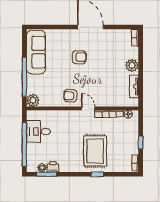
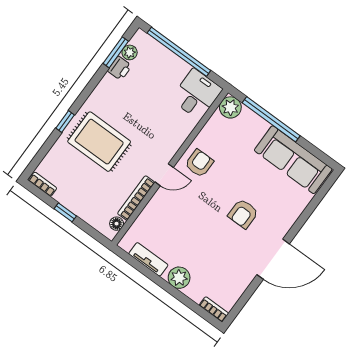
desk: (38, 132) -> (197, 94), moved

